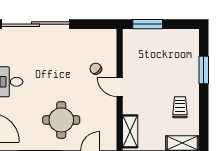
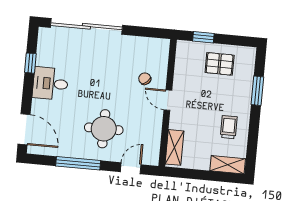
window: (148, 24) -> (203, 37), width x0.67
pallet: (165, 48) -> (220, 64), added

